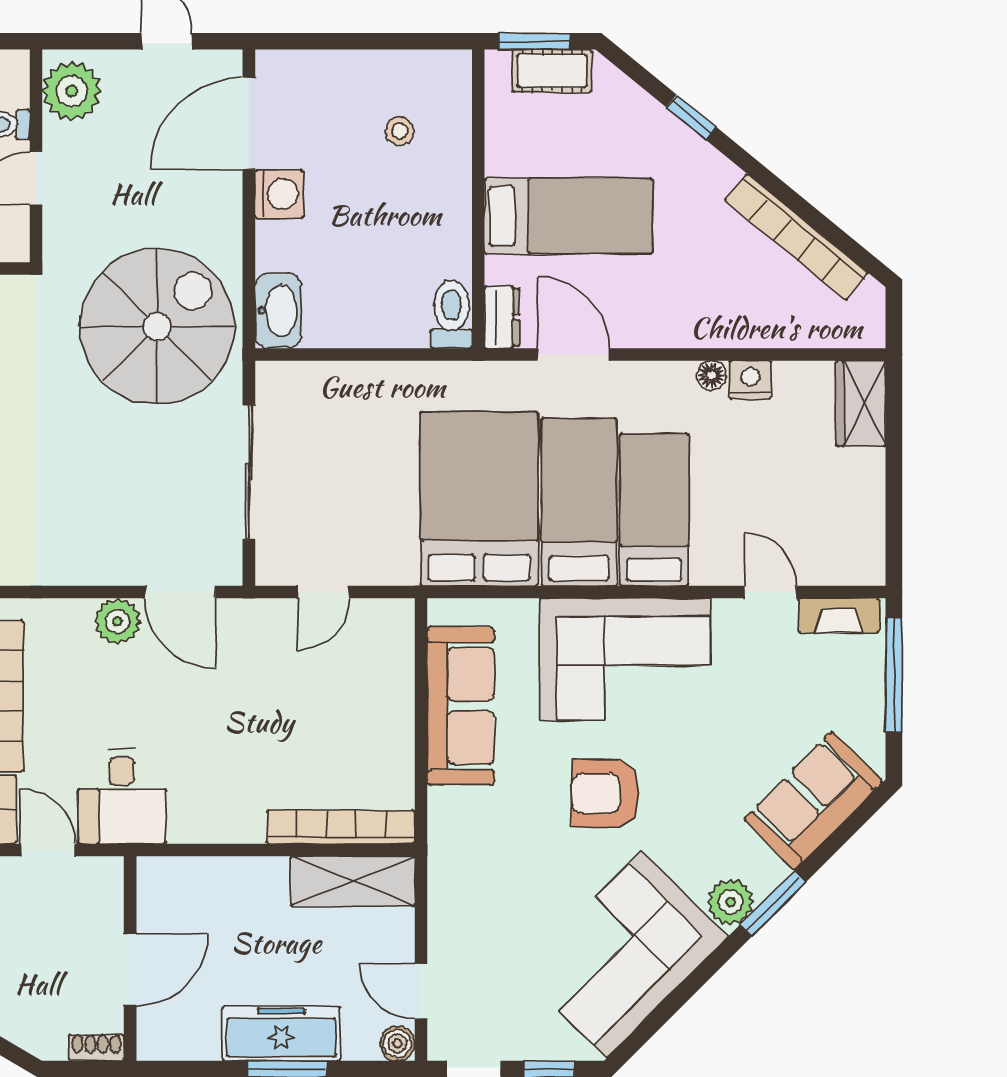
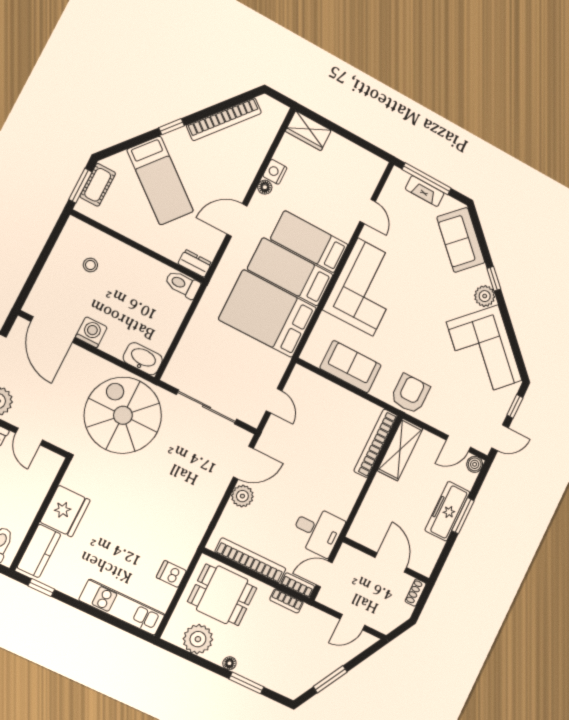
window: (691, 117) -> (172, 127), moved
bed: (568, 216) -> (160, 180), moved, turned 129
door: (573, 355) -> (237, 220), moved
door: (770, 592) -> (368, 211), swing flipped
fireplace: (839, 615) -> (425, 191), moved, turned 90
sofa: (461, 706) -> (350, 367), width x0.73
armchair: (606, 793) -> (410, 394), moved, turned 180
window: (773, 903) -> (494, 279), width x0.67

